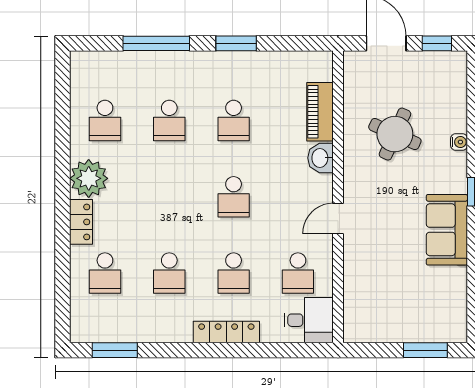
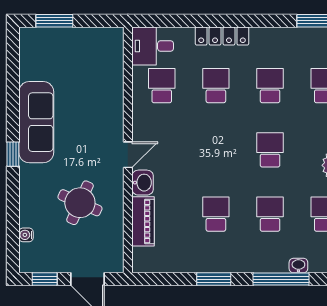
washbasin: (136, 59) -> (298, 266), added
water cooler: (459, 142) -> (26, 235), moved
school desk: (234, 197) -> (270, 150), moved
door: (338, 218) -> (128, 155), moved
sofa: (447, 230) -> (36, 122), width x1.36

